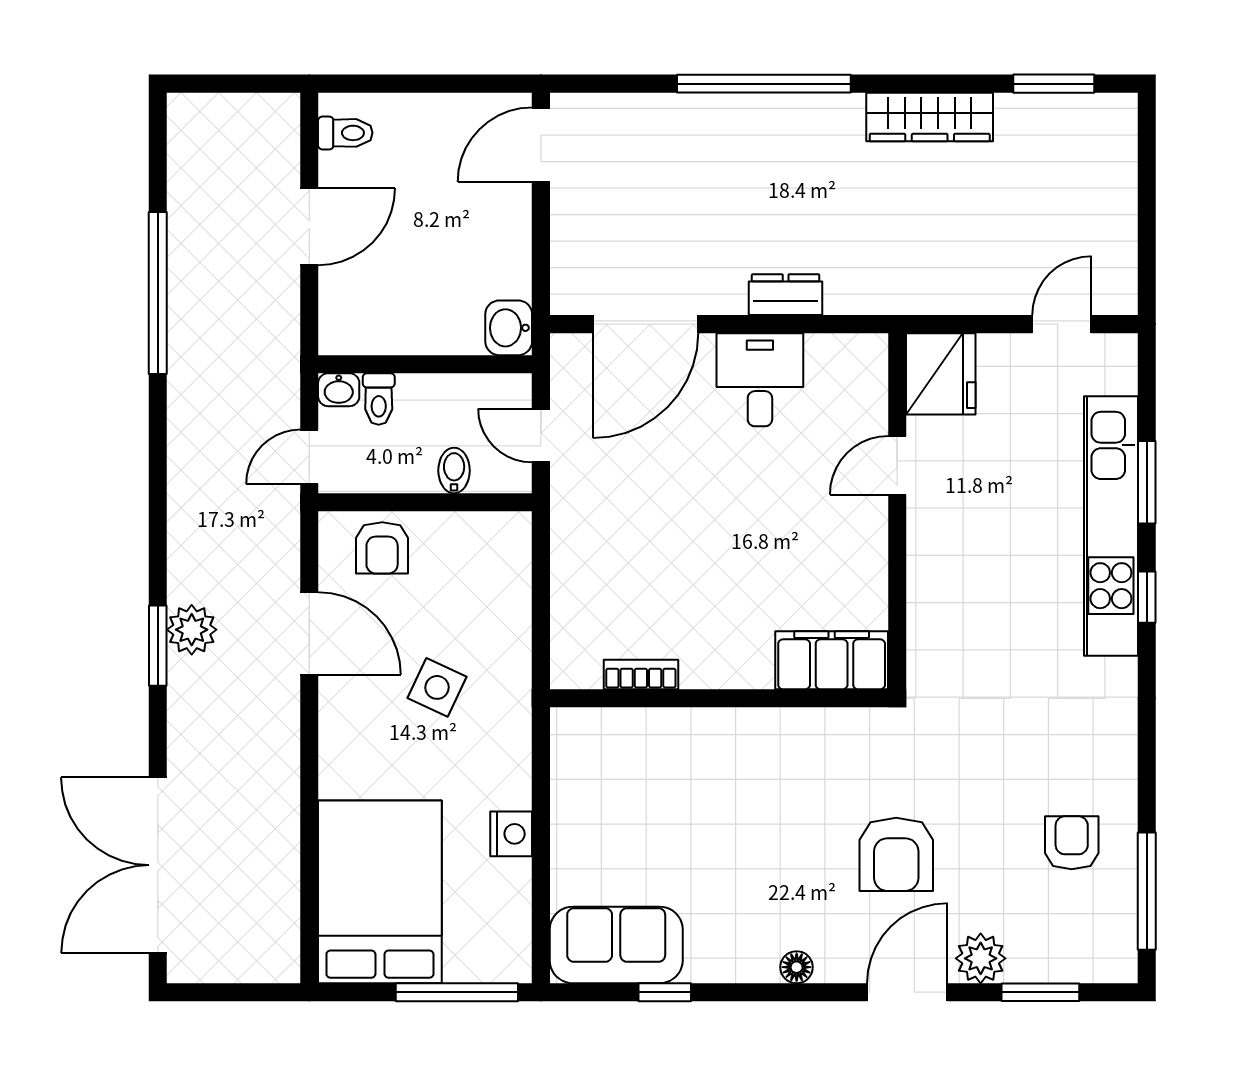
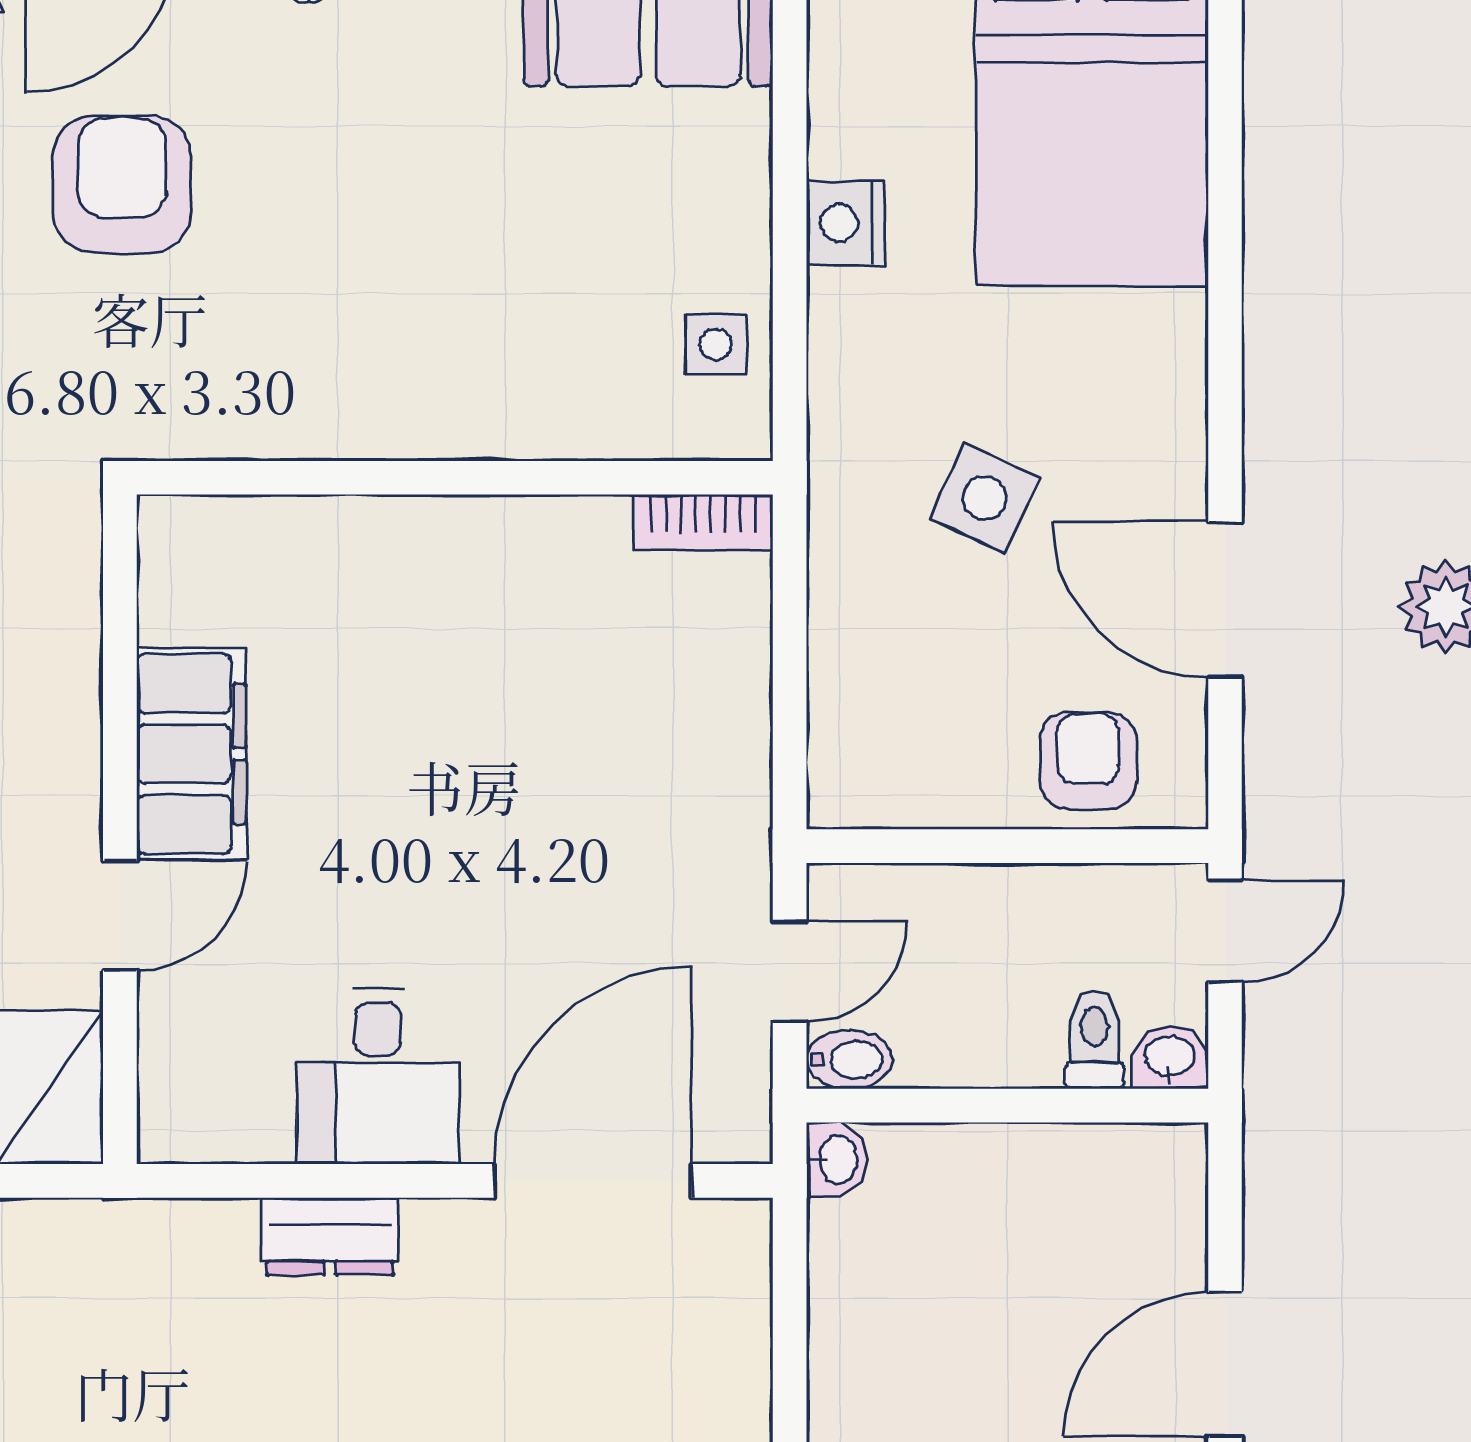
washbasin: (509, 328) -> (837, 1160), width x0.72, depth x0.69
door: (541, 436) -> (790, 971), hinge flipped
bidet: (454, 470) -> (849, 1060), moved, turned -90
filing cabinet: (832, 660) -> (192, 754), moved, turned -90
bookcase: (641, 675) -> (703, 522), moved
side table: (580, 769) -> (716, 345), added

